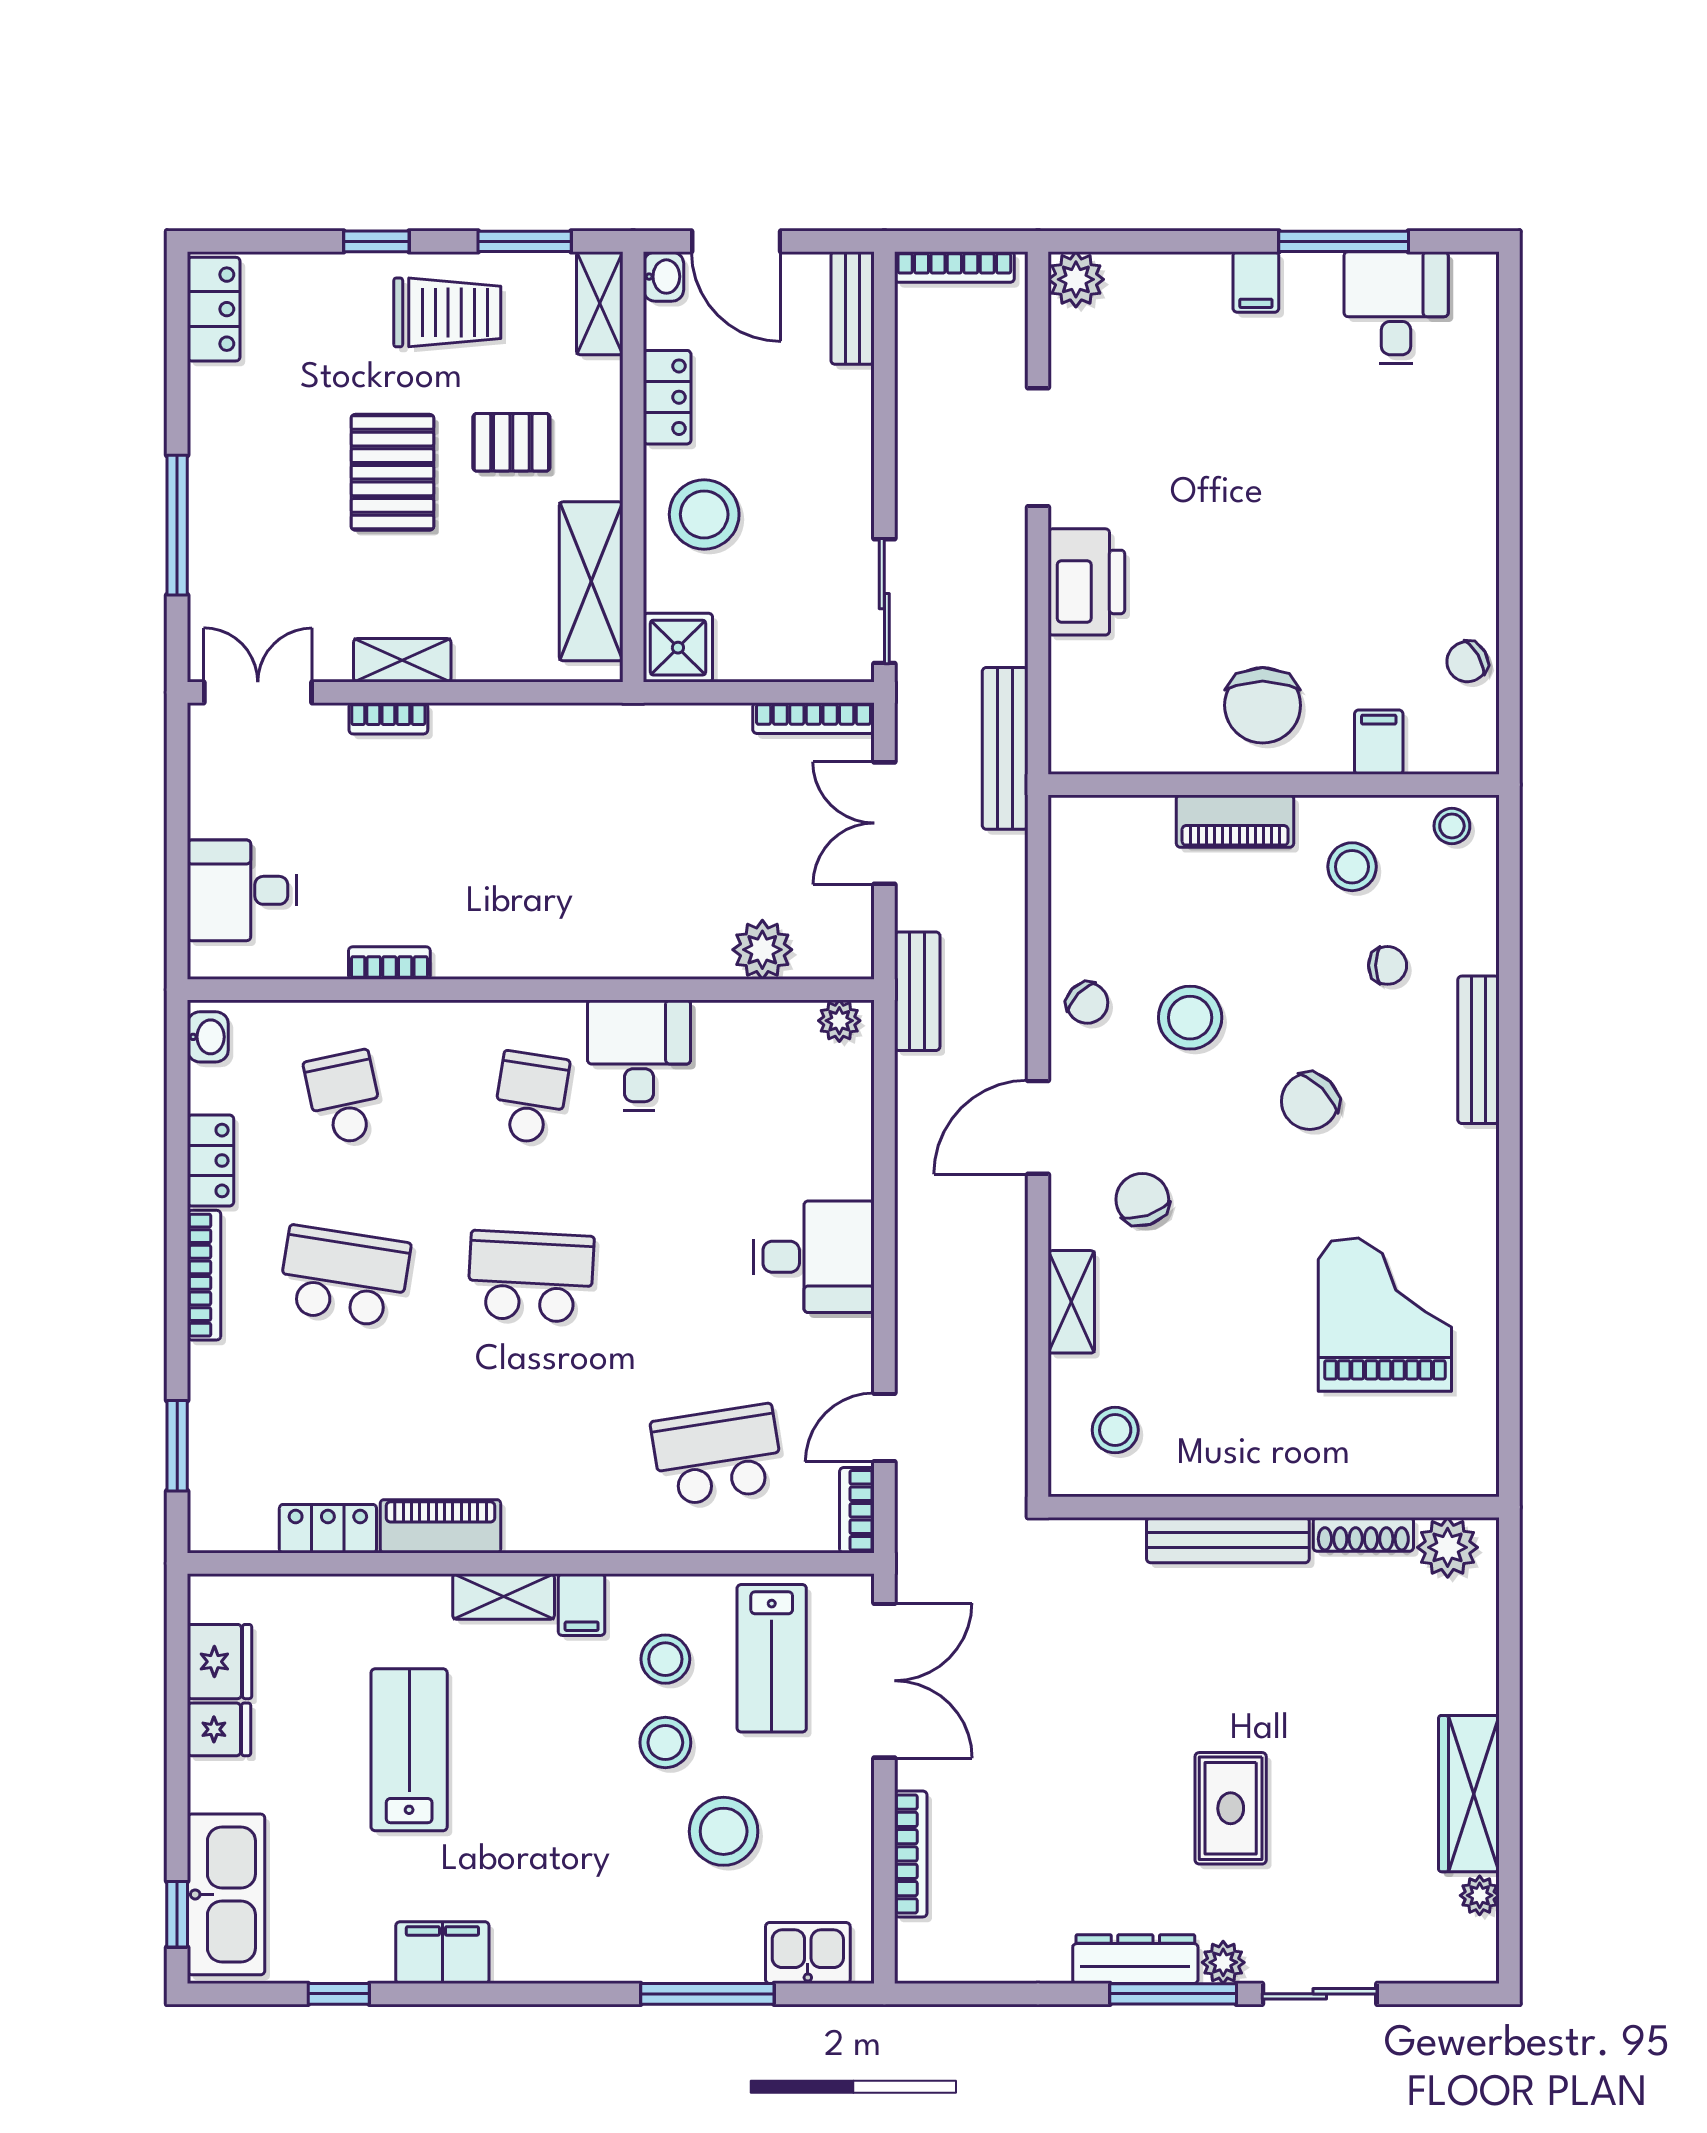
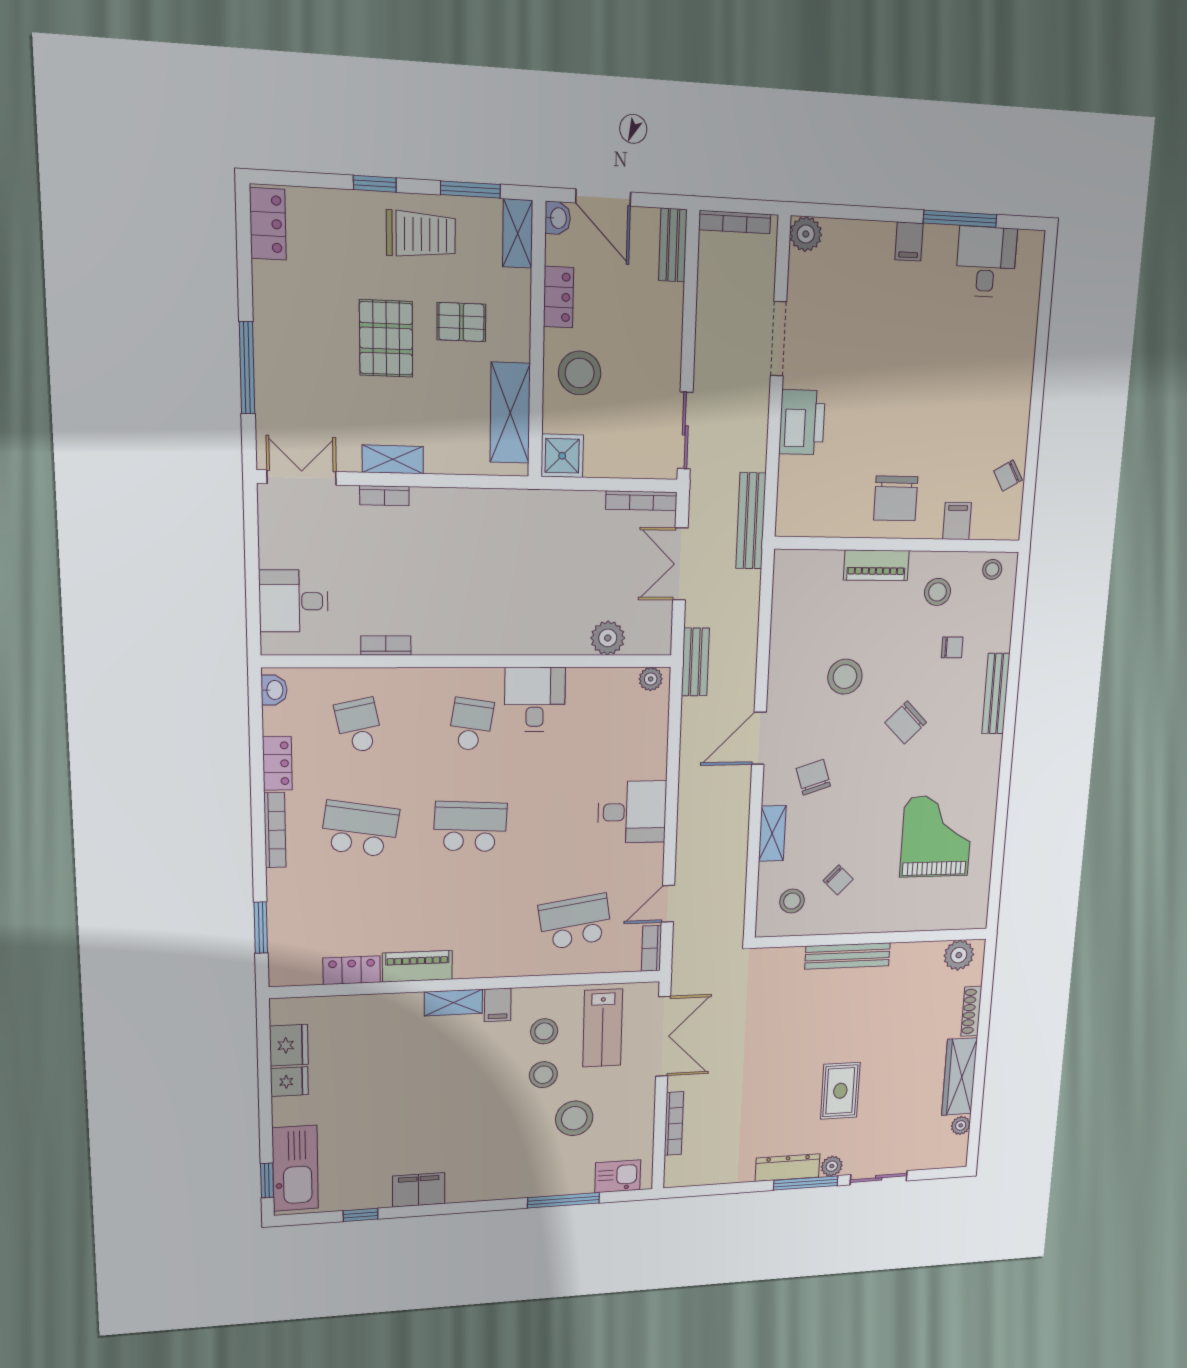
chair: (1087, 1003) -> (838, 880), moved
shoe rack: (1363, 1534) -> (971, 1011), moved, turned 90
lab bench: (409, 1750) -> (400, 1086), removed

